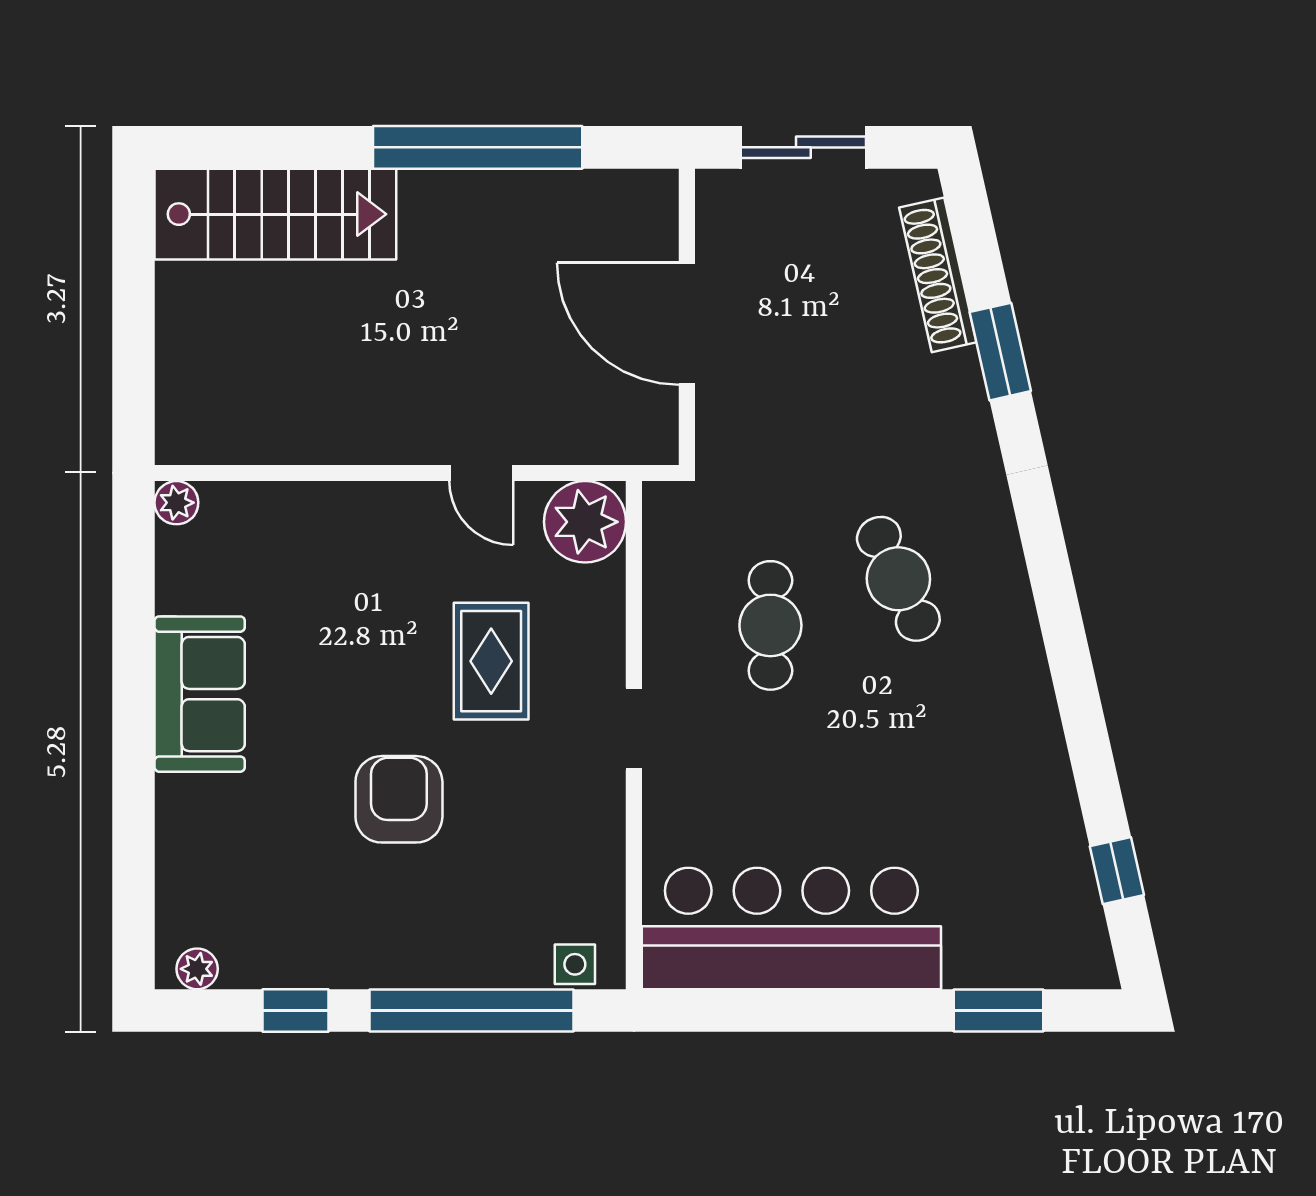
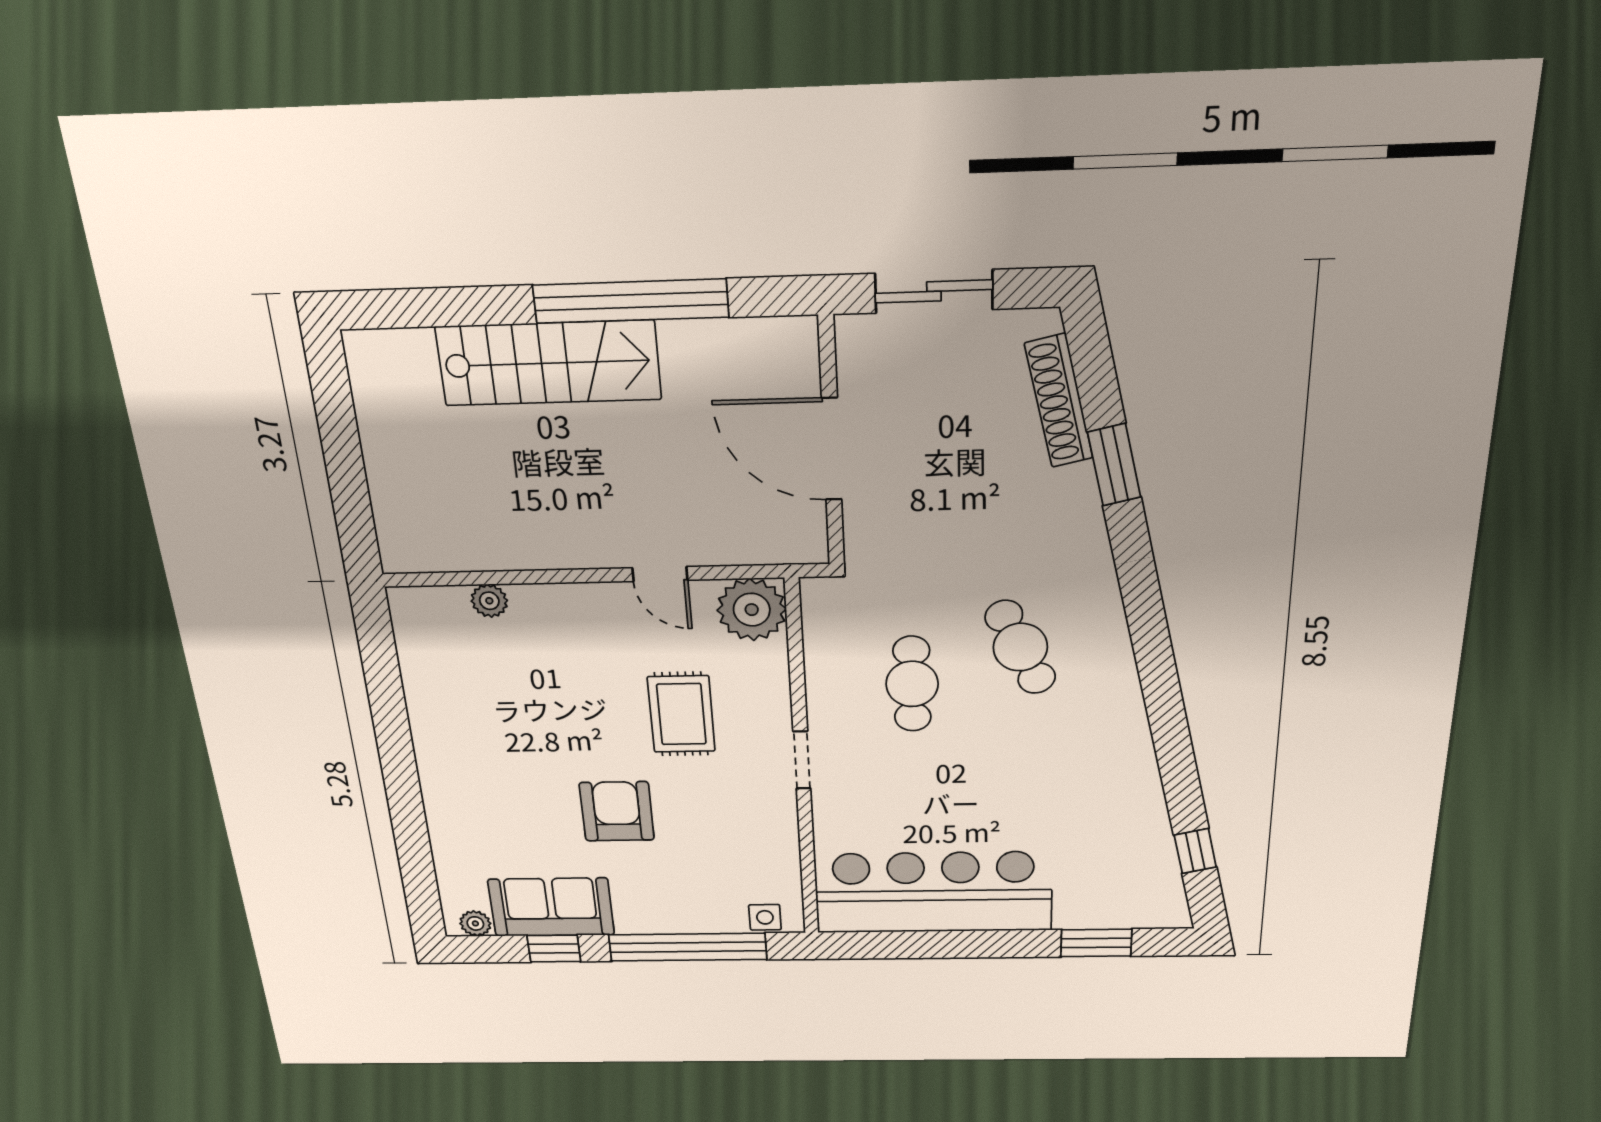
stairs: (275, 214) -> (549, 363), moved
plant: (176, 503) -> (489, 601), moved
sofa: (200, 694) -> (551, 907), moved, turned -90

